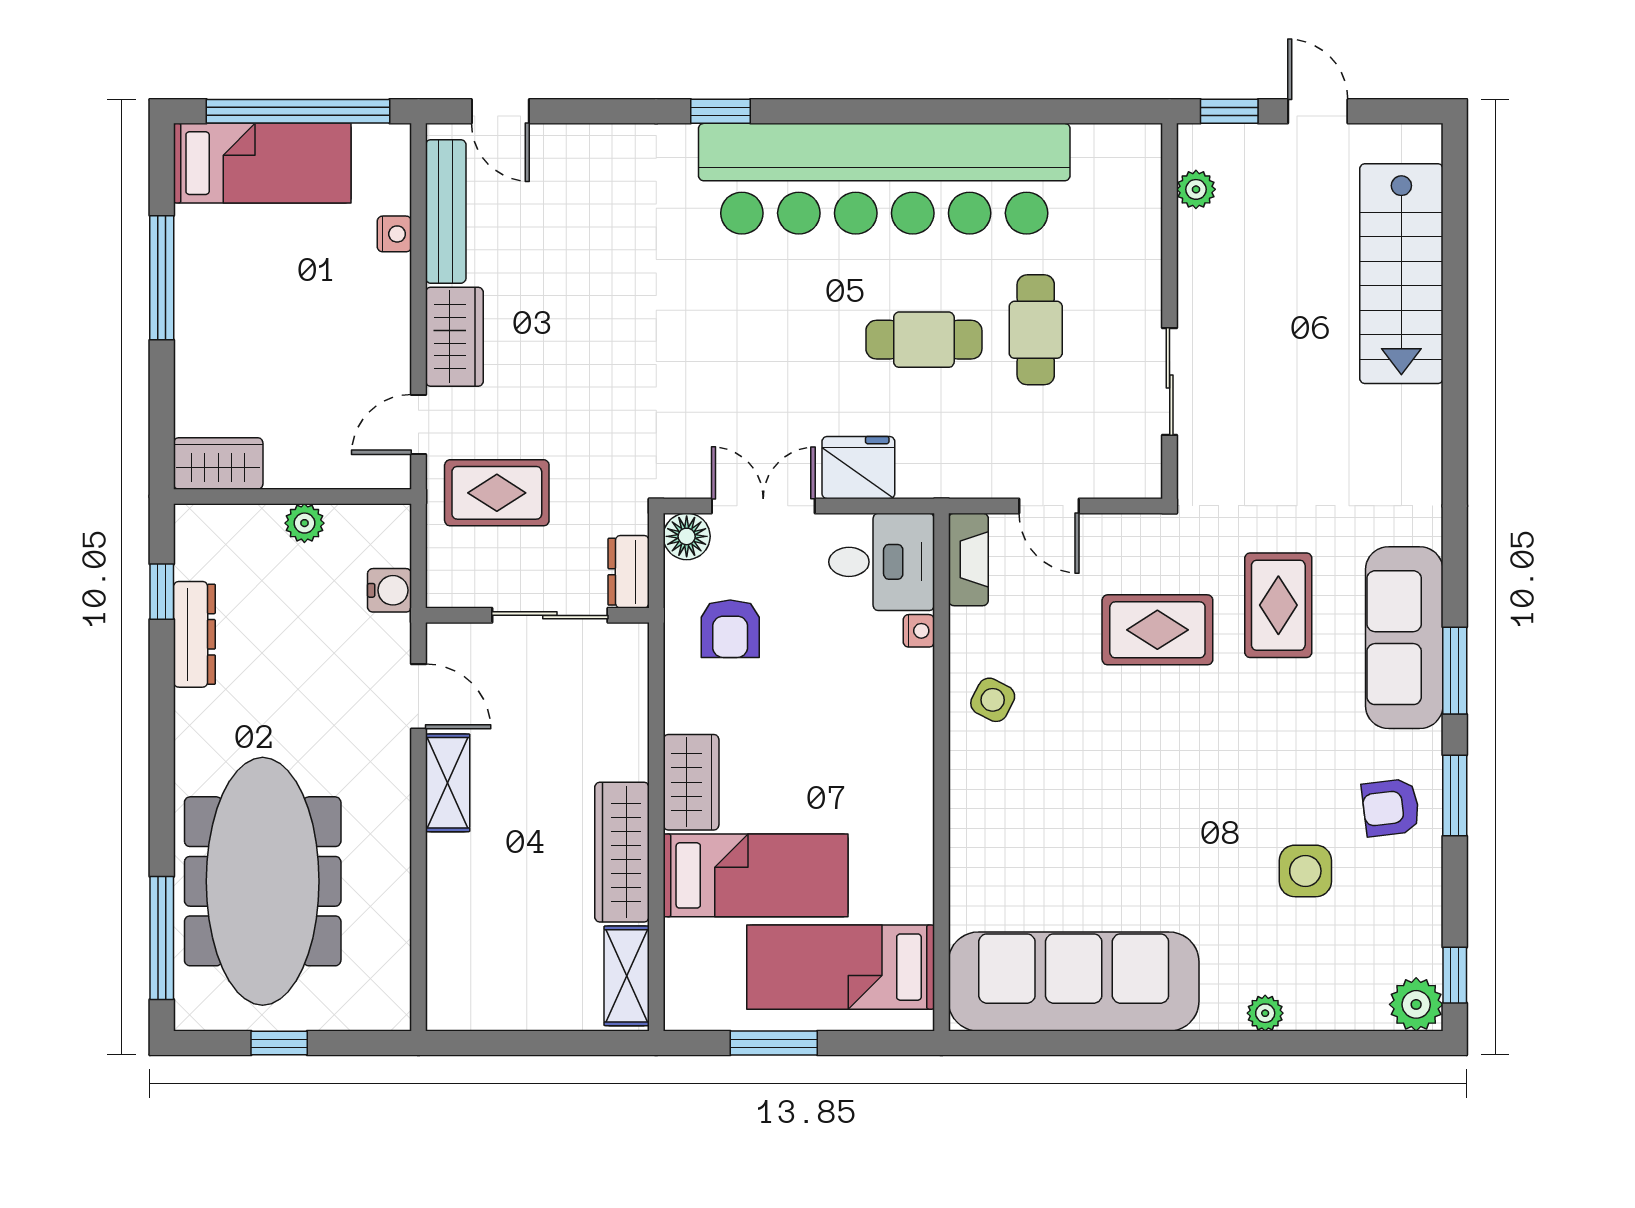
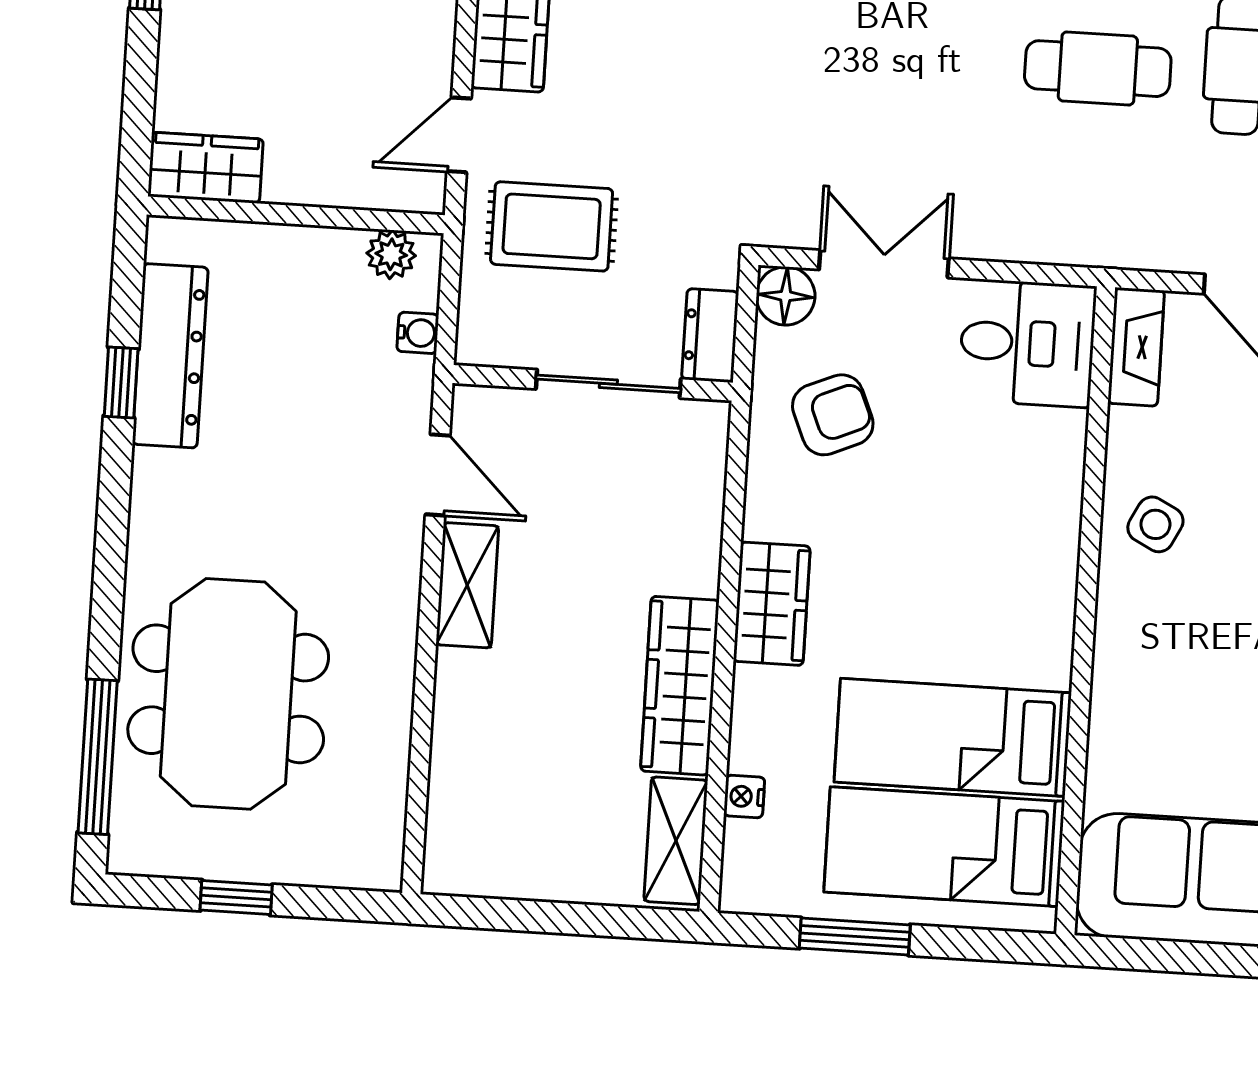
fridge: (858, 468) -> (1006, 223), removed
plant: (304, 523) -> (391, 254), moved
water cooler: (389, 590) -> (418, 333), width x0.72, depth x0.72
window: (162, 592) -> (121, 382), moved
armchair: (730, 629) -> (833, 415), turned -113
nightstand: (919, 631) -> (744, 796), moved, turned 180
dresser: (194, 634) -> (170, 356), width x1.37, depth x1.24
bed: (756, 875) -> (953, 737), moved, turned 180
meeting table: (263, 881) -> (228, 694), width x0.73

